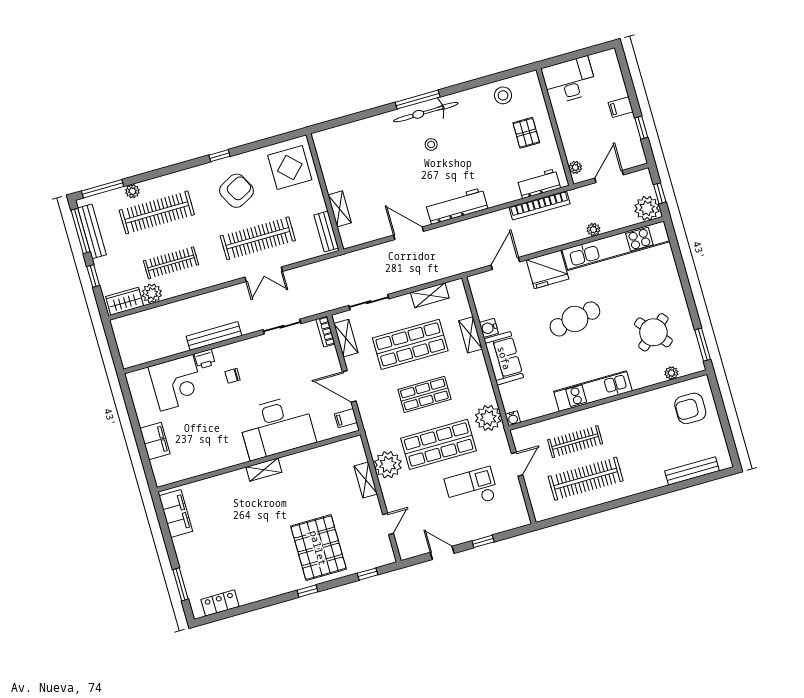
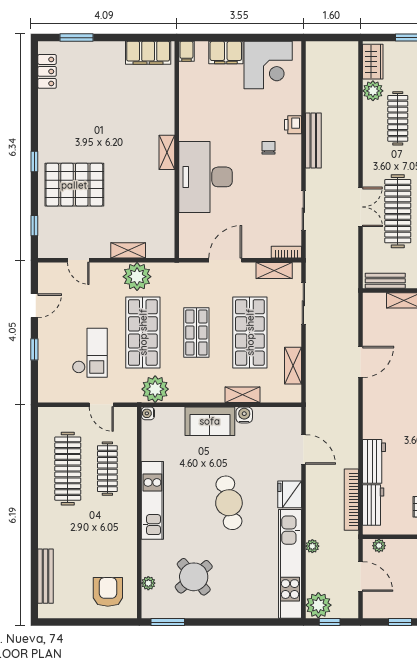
workbench: (457, 206) -> (374, 461), moved, width x0.73
fridge: (548, 269) -> (290, 494), width x0.73, depth x0.75
double door: (264, 274) -> (361, 207), swing flipped
corner desk: (177, 383) -> (268, 65), moved, turned -90
filing cabinet: (346, 418) -> (186, 51), moved, turned 180

